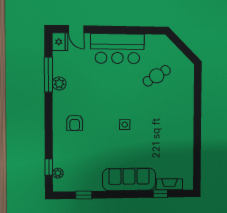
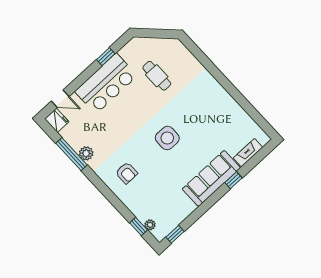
window: (134, 30) -> (106, 57), added
cafe table: (157, 76) -> (157, 76), turned -58
side table: (125, 125) -> (167, 138), width x1.87, depth x1.87
window: (160, 194) -> (233, 180), moved
window: (84, 195) -> (175, 234), moved

